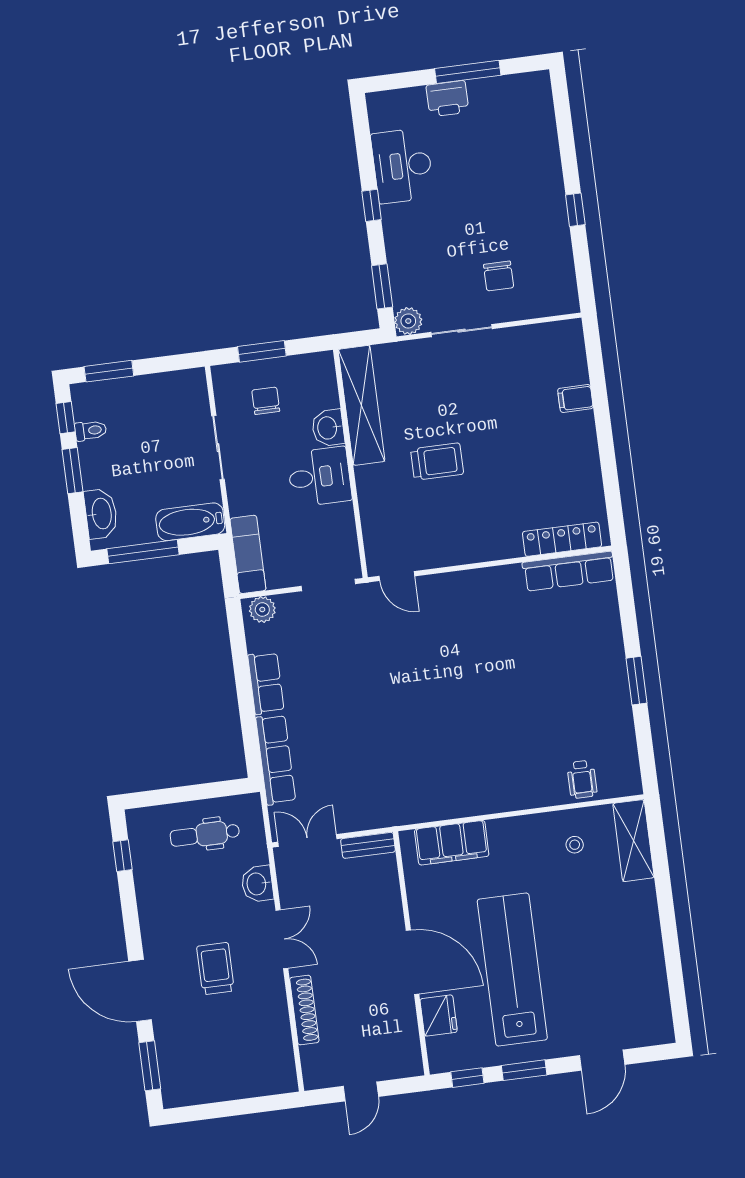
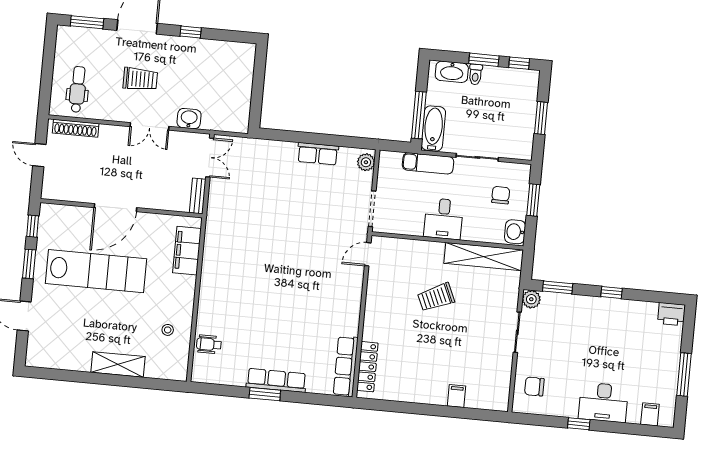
printer: (447, 99) -> (671, 314), moved, turned -90
filing cabinet: (538, 108) -> (650, 414), added
desk: (402, 166) -> (603, 402), moved, turned 180
chair: (499, 276) -> (534, 386), moved
window: (109, 371) -> (541, 118), moved
chair: (266, 401) -> (501, 195), turned -90
washbasin: (328, 428) -> (515, 232), moved, turned -90
toilet: (91, 430) -> (475, 74), moved
trolley: (437, 462) -> (436, 297), turned 66
window: (143, 552) -> (419, 115), moved
exam couch: (248, 554) -> (428, 163), moved
row of seats: (276, 760) -> (276, 380), moved, turned 180
dental chair: (205, 835) -> (78, 89), moved
shelving: (633, 841) -> (118, 364), moved
window: (123, 856) -> (191, 32), moved
shoe rack: (304, 1010) -> (76, 128), moved
fridge: (439, 1015) -> (77, 217), removed

